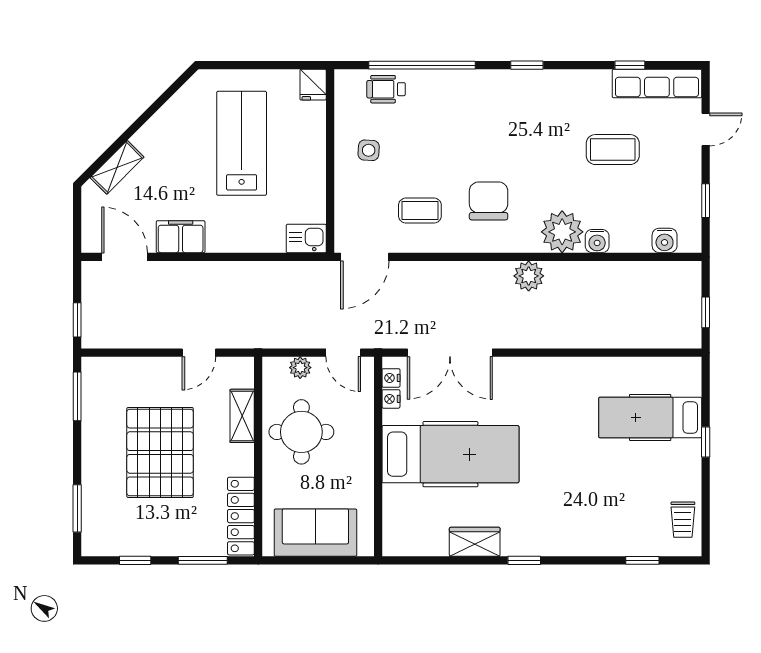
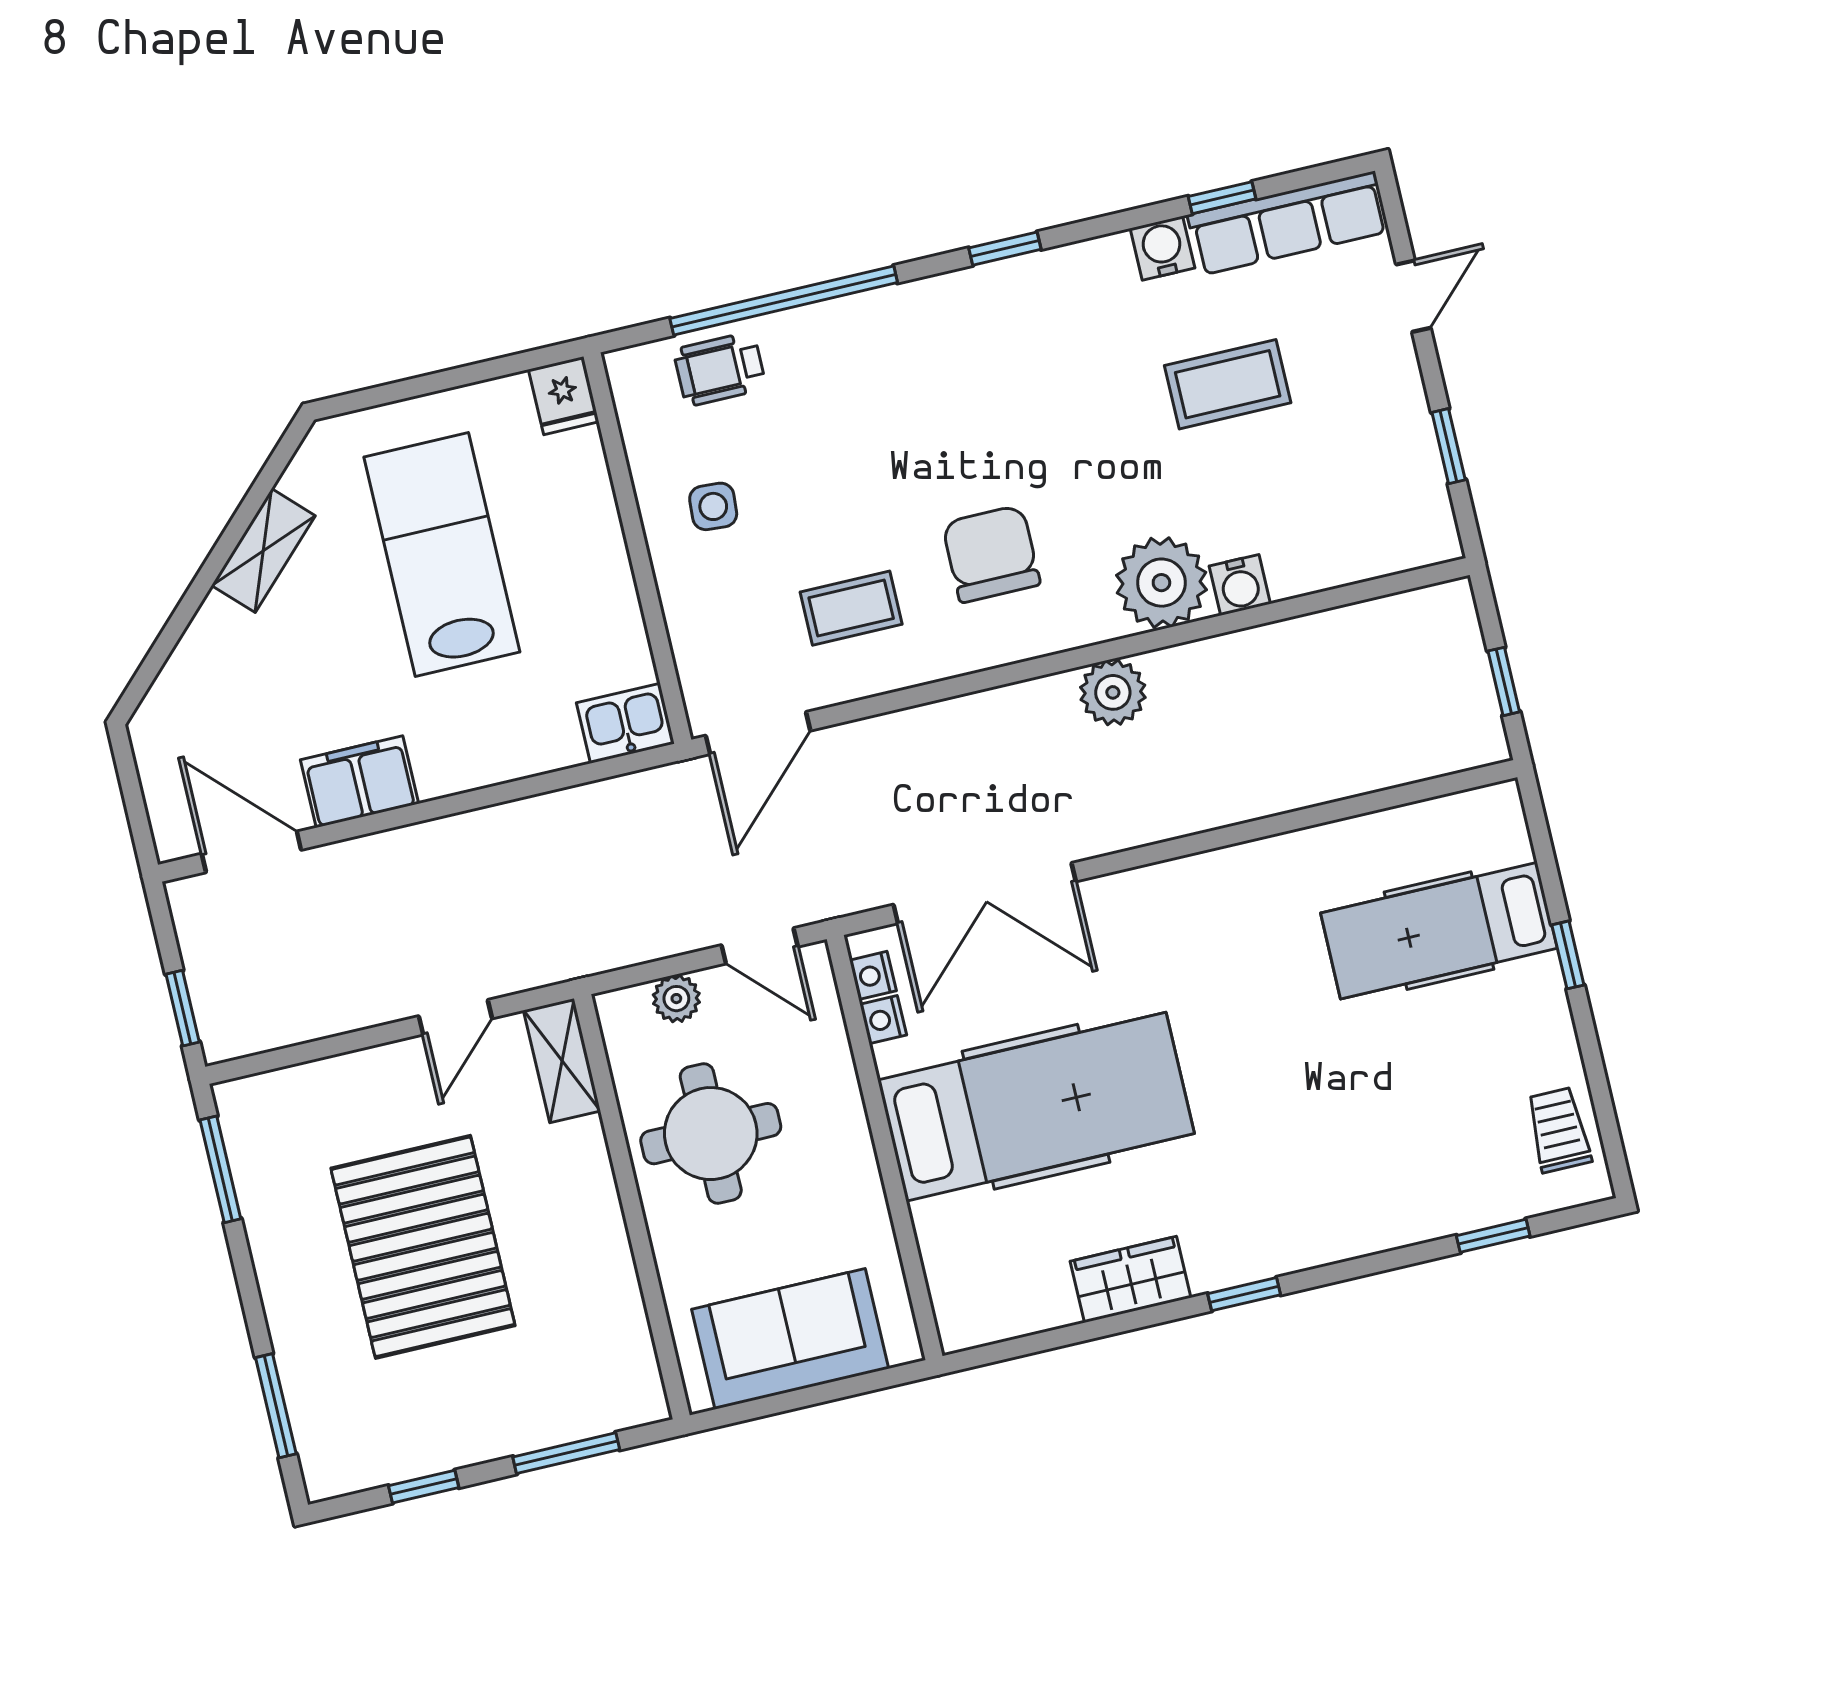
shelving: (117, 167) -> (263, 551), moved
water cooler: (665, 240) -> (1162, 248), moved, turned 180
shelving: (242, 416) -> (562, 1061), moved
locker: (241, 516) -> (625, 1341), removed
trolley: (683, 520) -> (1559, 1130), turned 180

